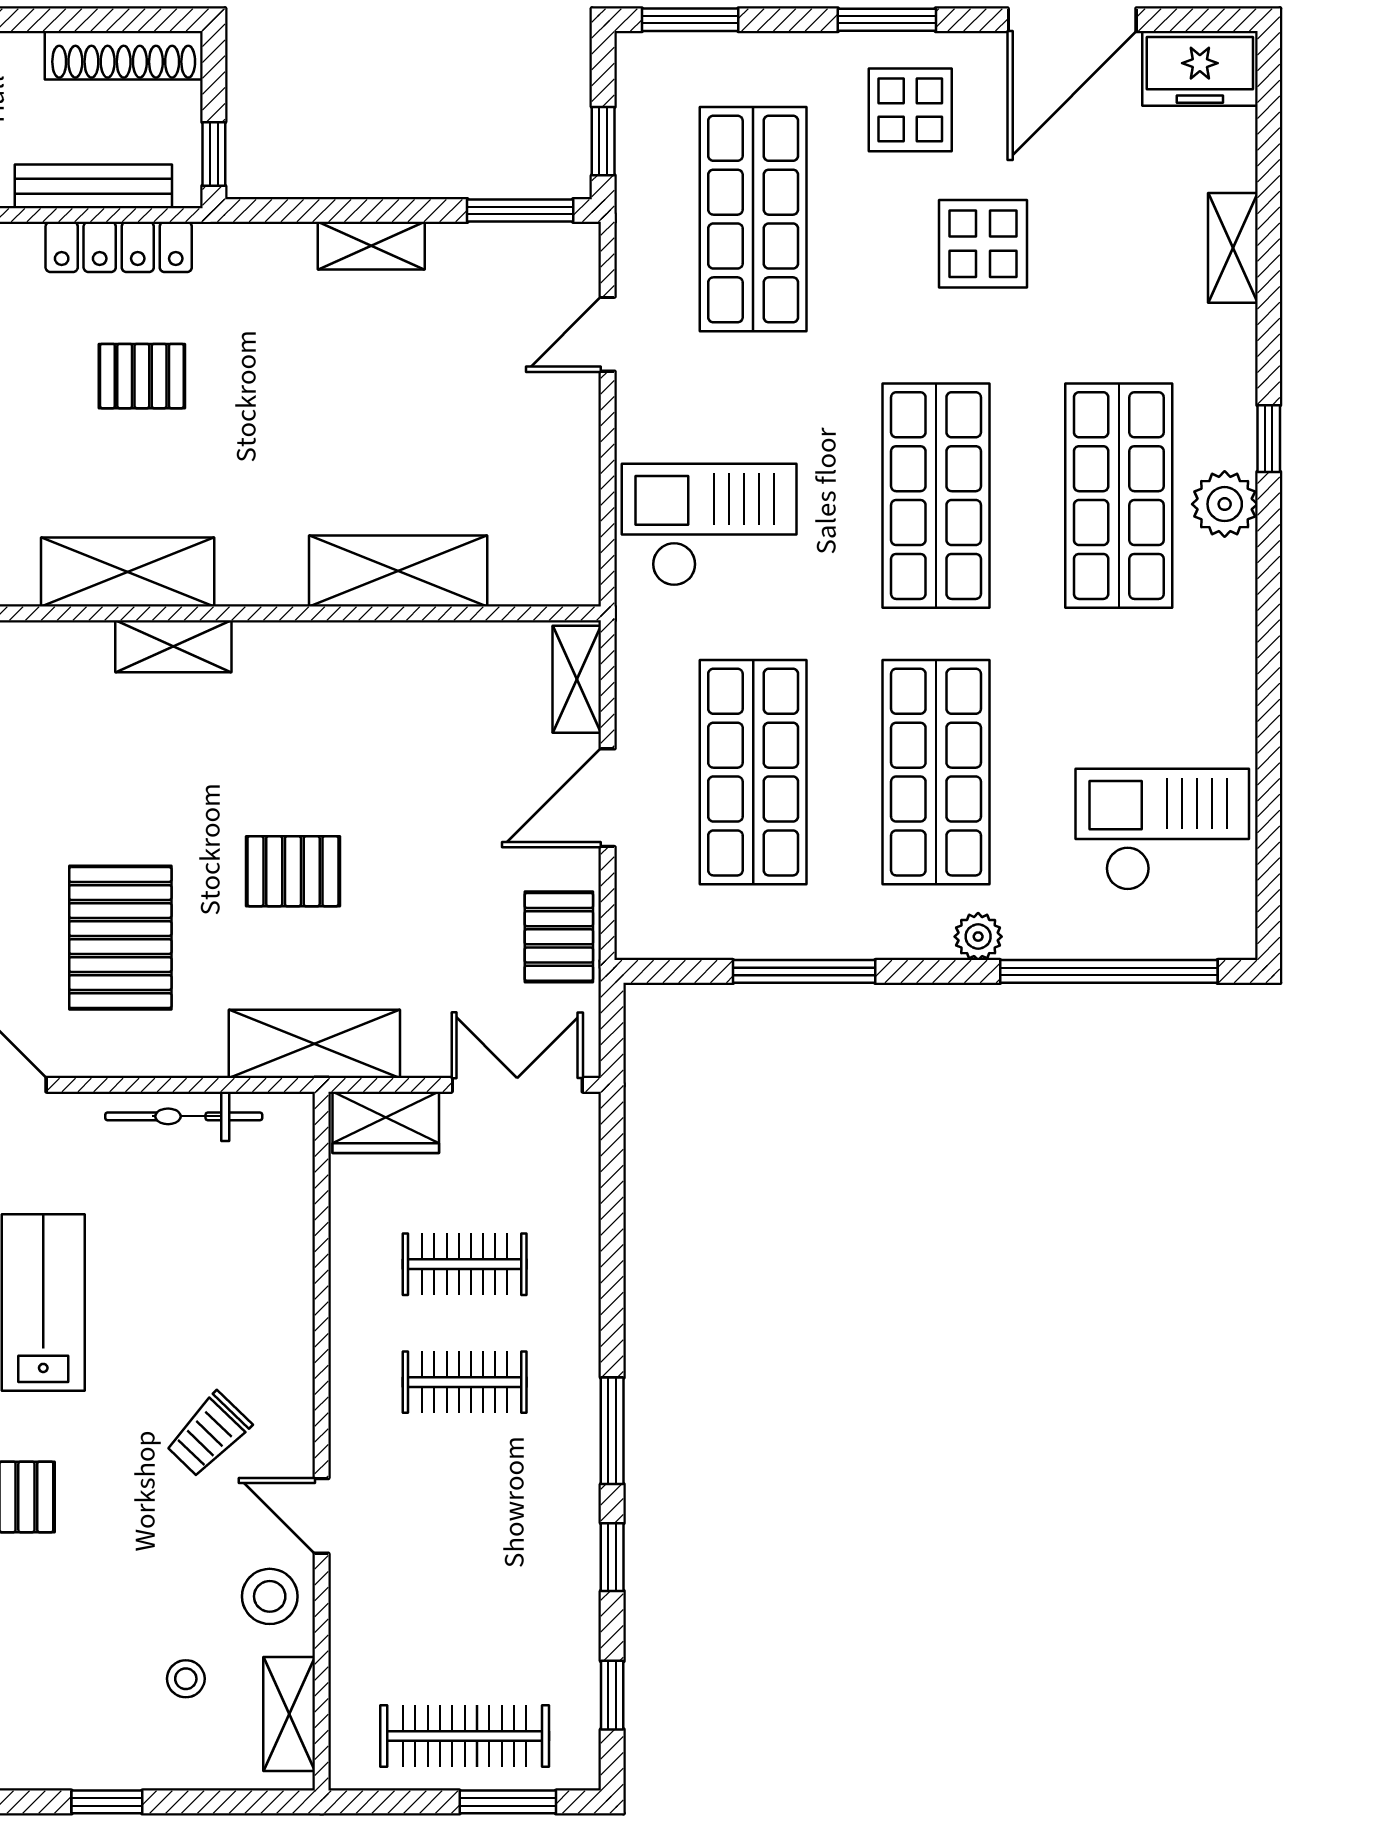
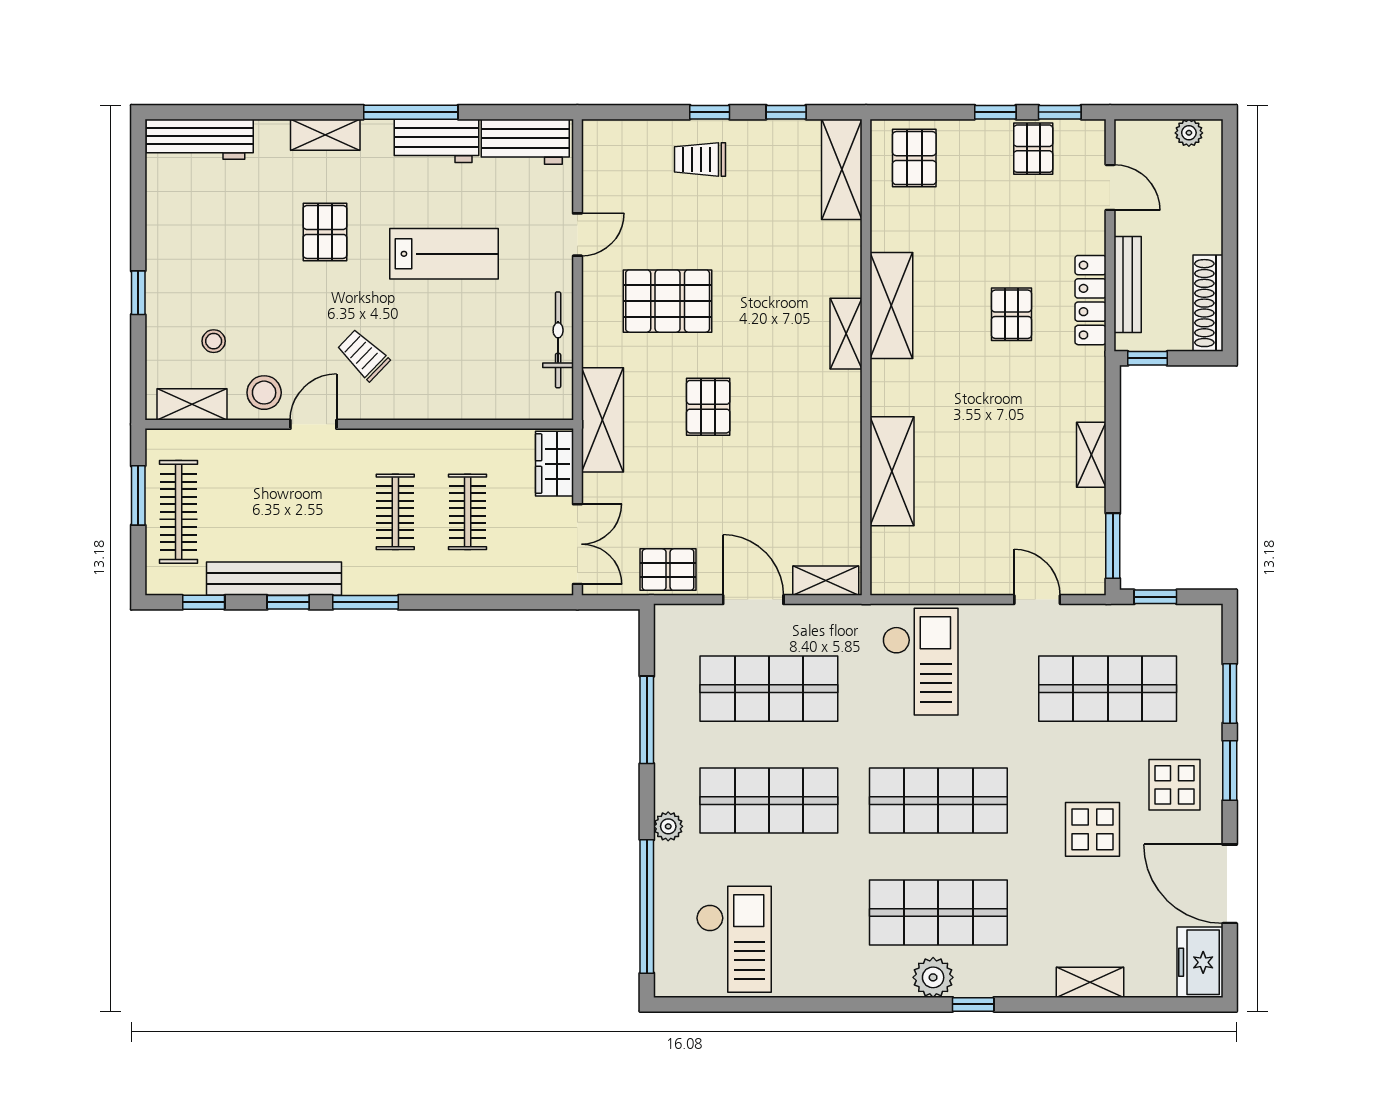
window: (690, 20) -> (1230, 693), moved
bench: (574, 1580) -> (274, 579), added
window: (508, 1802) -> (138, 495), moved

